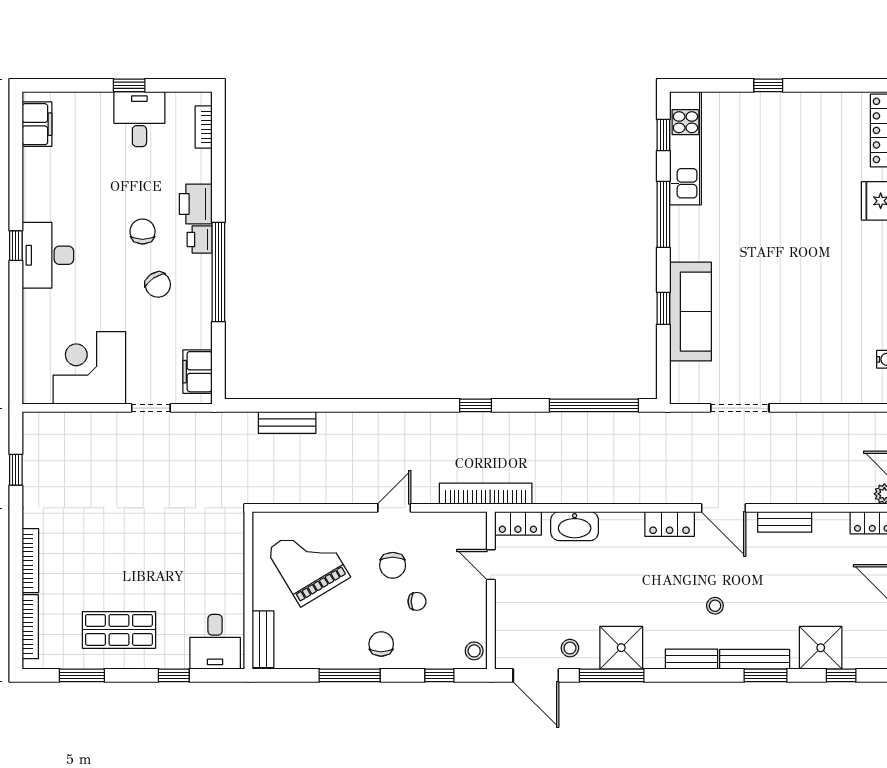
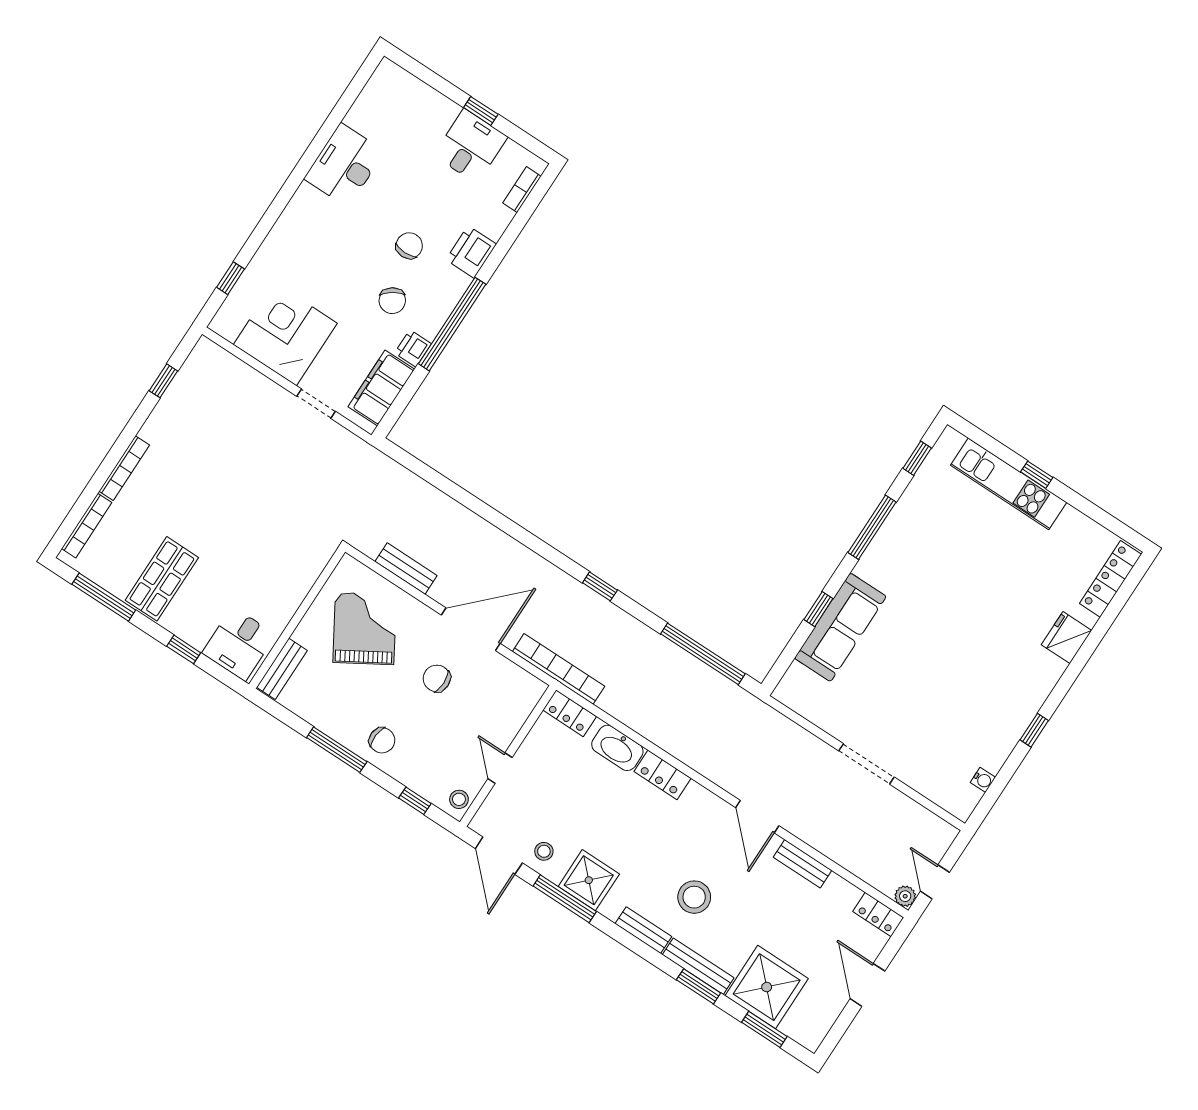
filing cabinet: (37, 124) -> (378, 92), removed
kitchen unit: (685, 148) -> (1009, 484), moved, turned 90
printer: (200, 239) -> (413, 348), moved
window: (16, 246) -> (231, 278), moved
desk: (48, 255) -> (344, 165), moved
filing cabinet: (198, 372) -> (381, 388), width x1.50, depth x1.17
doorway: (740, 408) -> (866, 764), moved
bench: (287, 423) -> (406, 569), moved
door: (394, 508) -> (471, 629), width x1.87
locker: (670, 524) -> (663, 775), moved
chair: (393, 565) -> (437, 678), turned 90
door: (491, 565) -> (500, 768), moved
chair: (417, 601) -> (437, 724), removed
stool: (715, 606) -> (694, 897), width x1.89, depth x1.89
shop shelf: (119, 630) -> (162, 579), turned 90
chair: (381, 644) -> (382, 740), turned 94
shower: (821, 648) -> (767, 987), width x1.37, depth x1.37
window: (82, 675) -> (104, 597), width x1.44
window: (841, 675) -> (764, 1029), width x1.50

